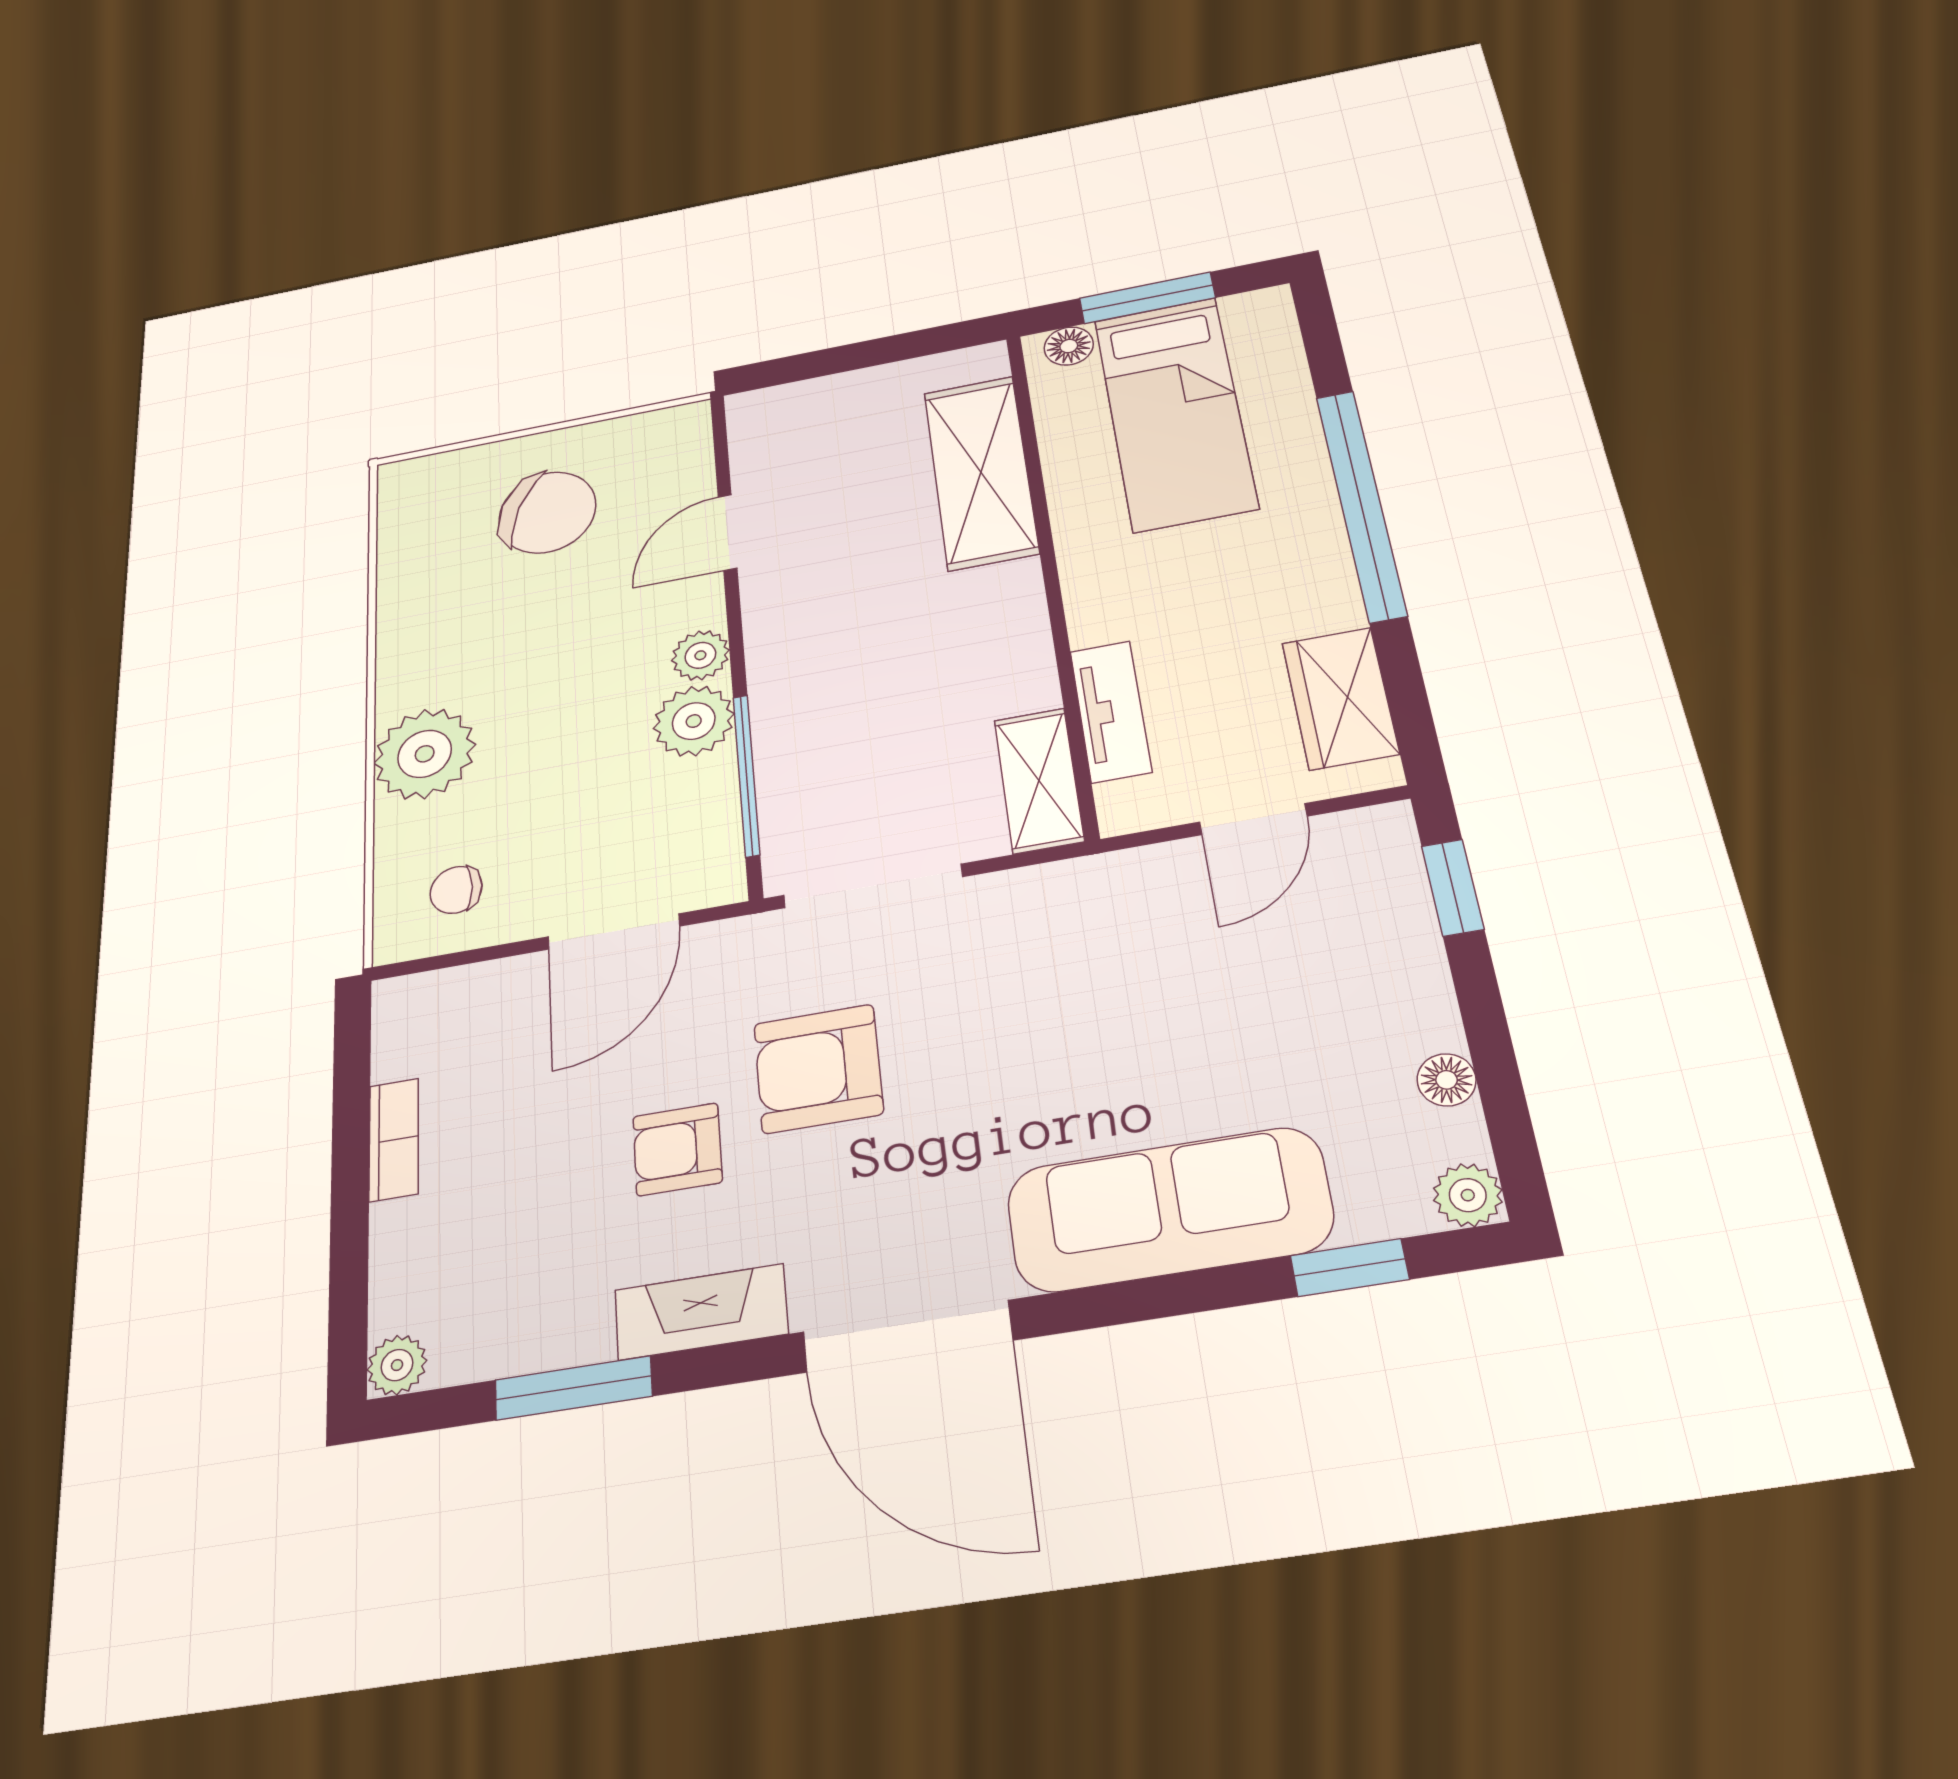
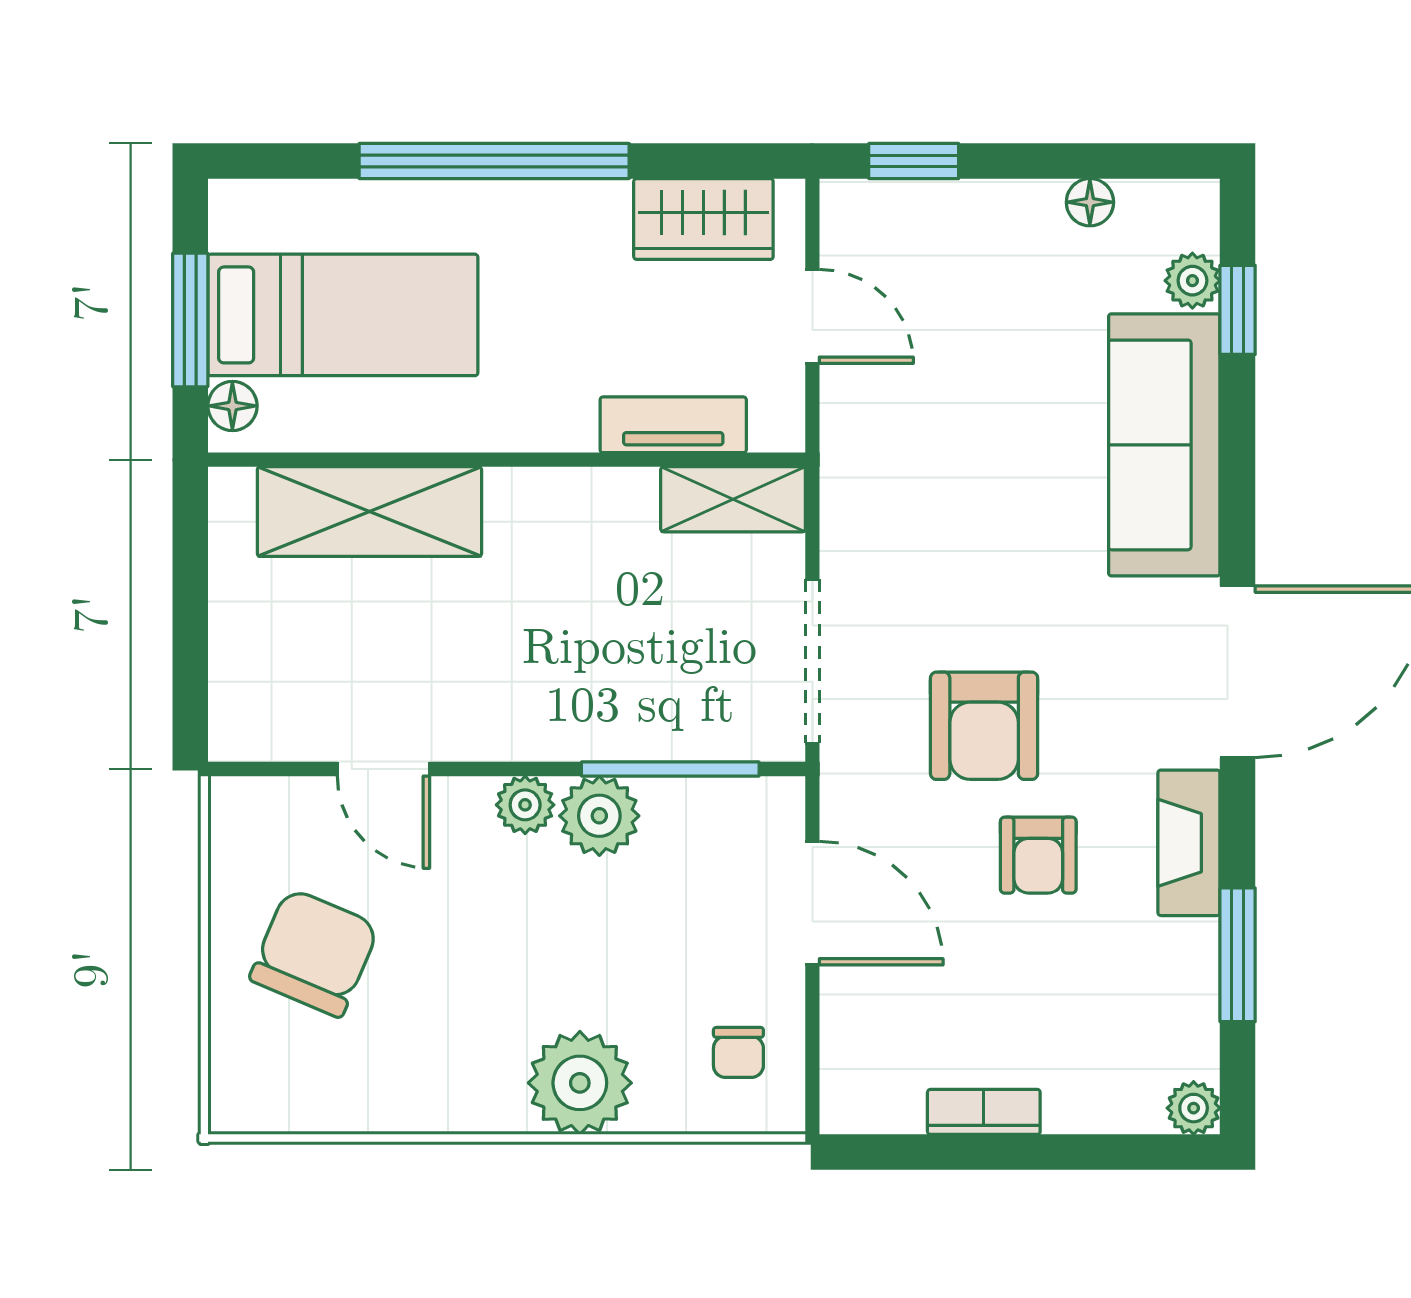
plant: (1468, 1195) -> (1192, 281), moved

